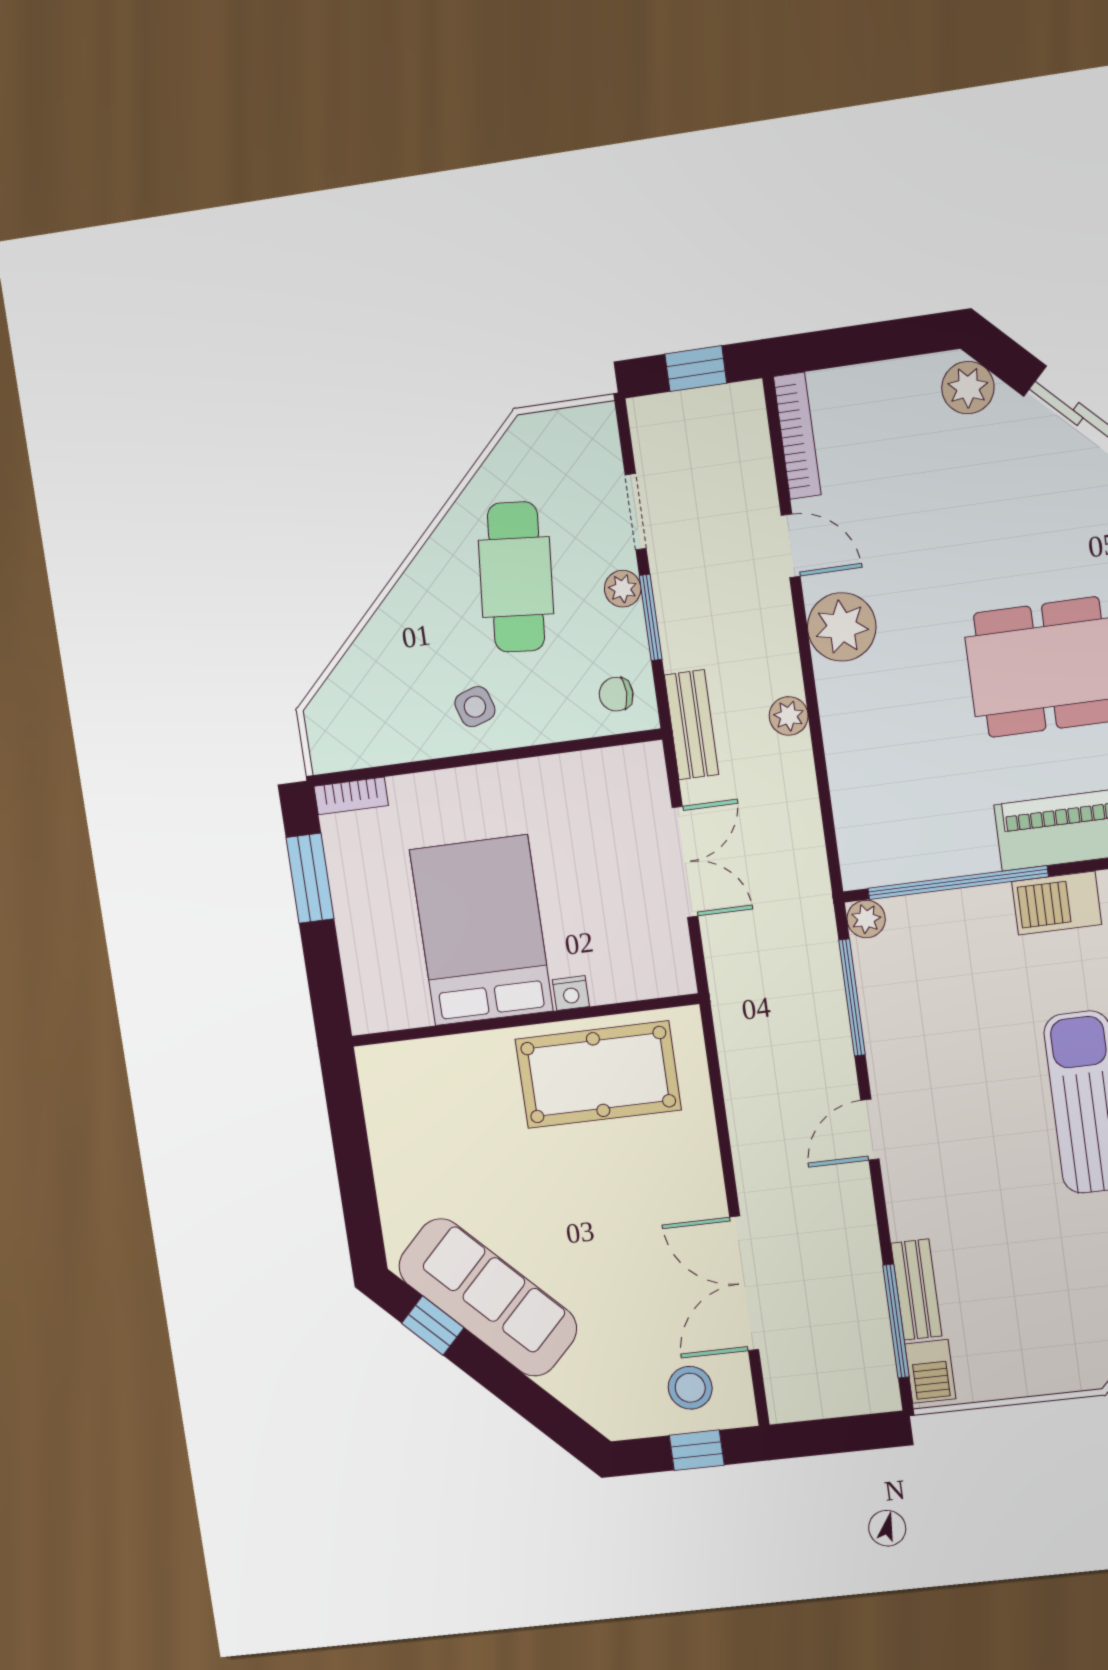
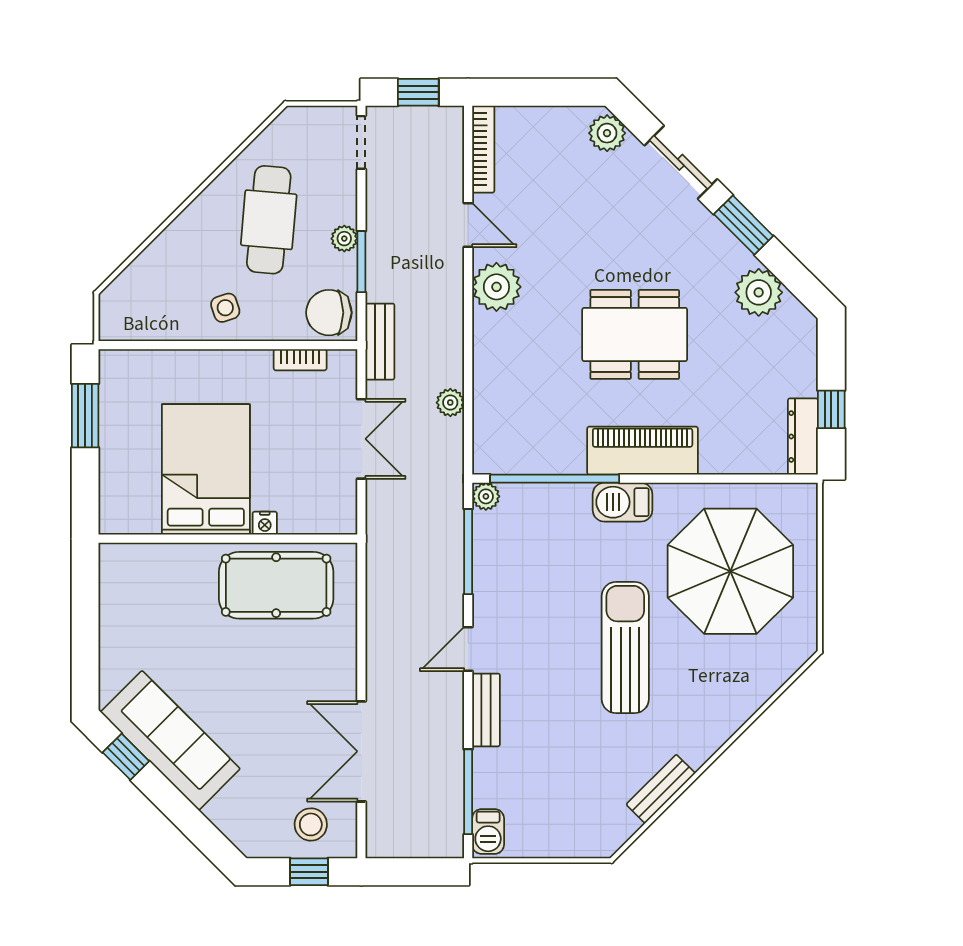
doorway: (636, 512) -> (361, 142), moved
chair: (616, 694) -> (329, 313), width x1.87, depth x1.87
plant: (789, 716) -> (450, 403), moved
bookcase: (351, 796) -> (300, 360), moved
bench: (916, 1290) -> (486, 710), moved

